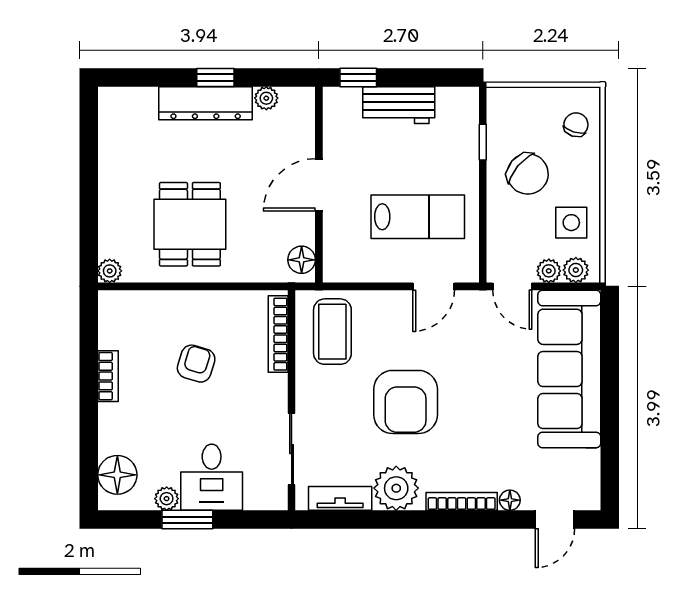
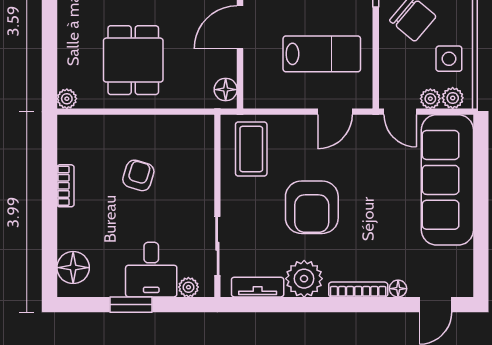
bookcase: (278, 334) -> (206, 151), removed
plant: (167, 499) -> (188, 287), moved

